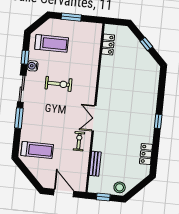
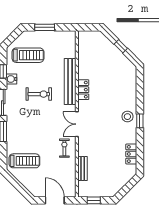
locker: (108, 44) -> (83, 90), moved
bench: (92, 74) -> (70, 82), added
stool: (120, 187) -> (127, 117), moved

